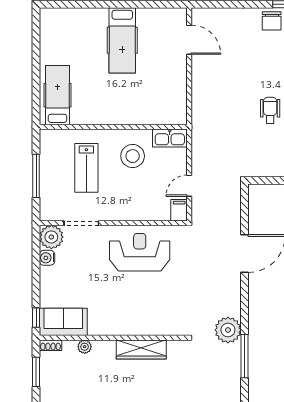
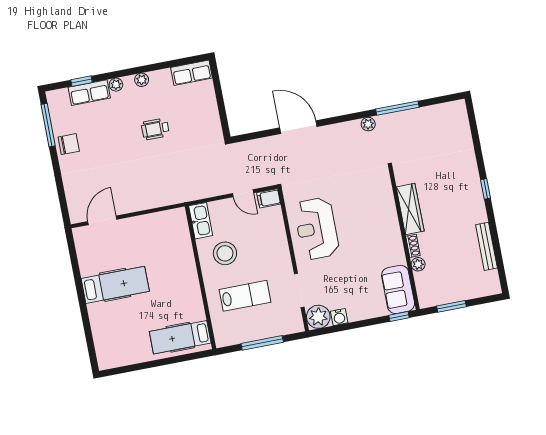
plant: (228, 330) -> (368, 124), width x0.53, depth x0.53
shoe rack: (51, 345) -> (413, 246), moved

